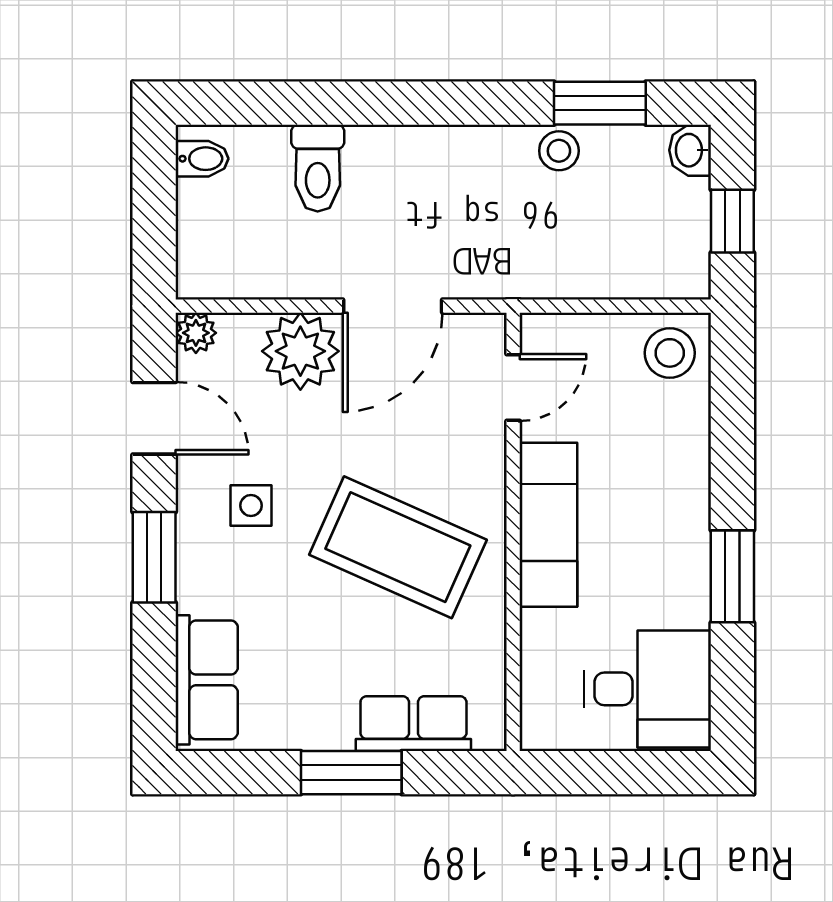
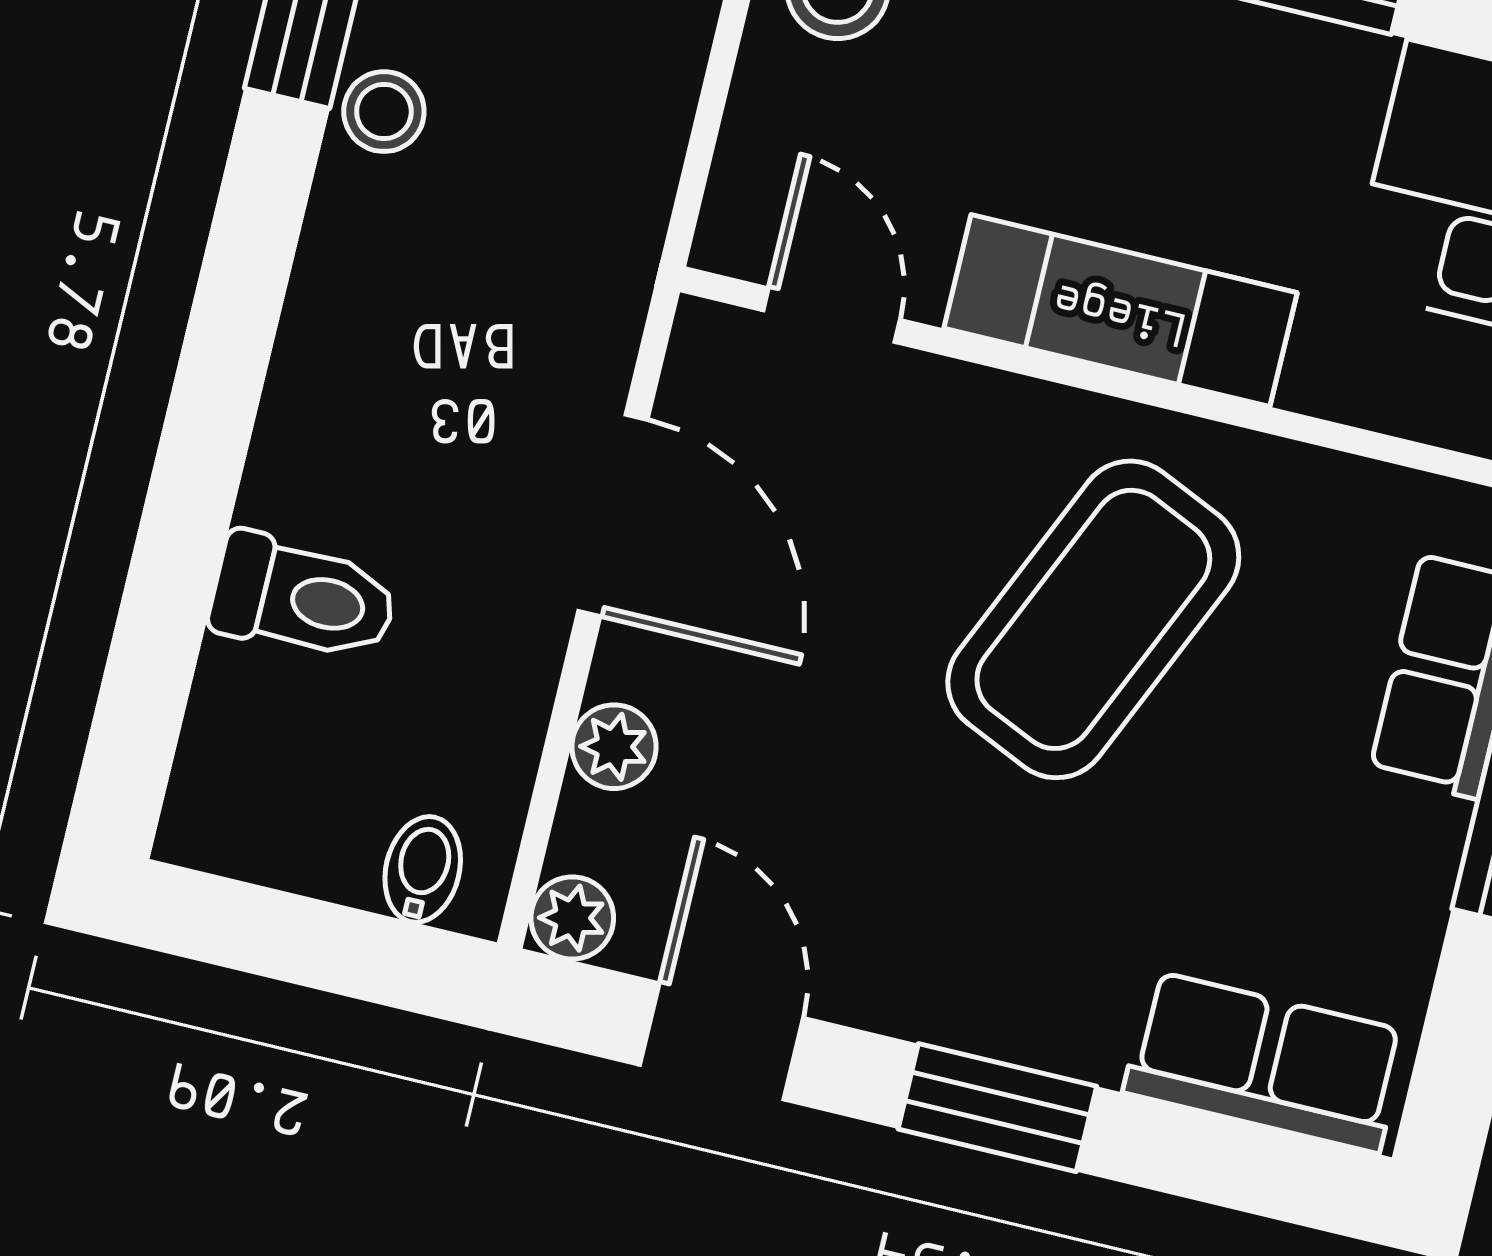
bidet: (202, 159) -> (423, 869), moved
plant: (300, 351) -> (614, 747), width x0.53, depth x0.53
door: (154, 418) -> (722, 1041), hinge flipped
side table: (251, 505) -> (941, 891), removed

